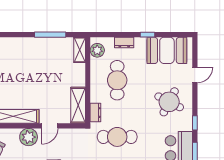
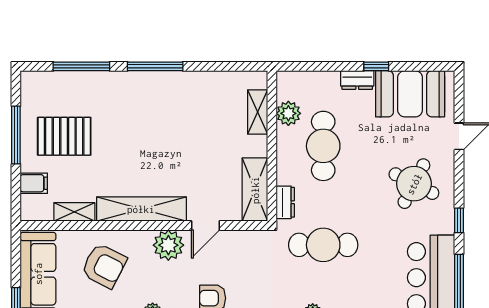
window: (50, 35) -> (155, 66), moved
dresser: (124, 43) -> (357, 80), moved
shelving: (80, 50) -> (258, 112), moved
plant: (97, 50) -> (288, 113), moved

